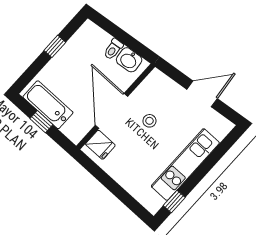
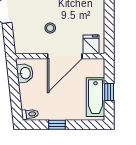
toilet: (113, 49) -> (30, 114), moved

